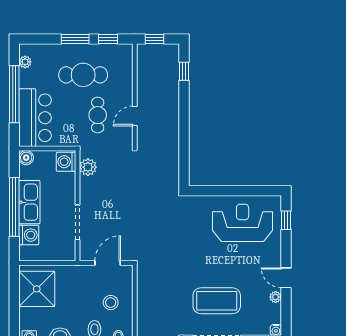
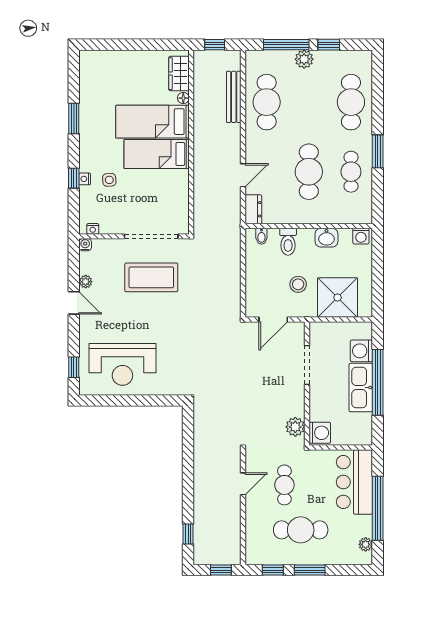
boiler: (26, 158) -> (364, 437), removed
shower: (37, 289) -> (338, 297), moved
stool: (111, 303) -> (298, 284), moved

